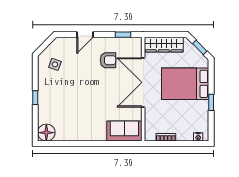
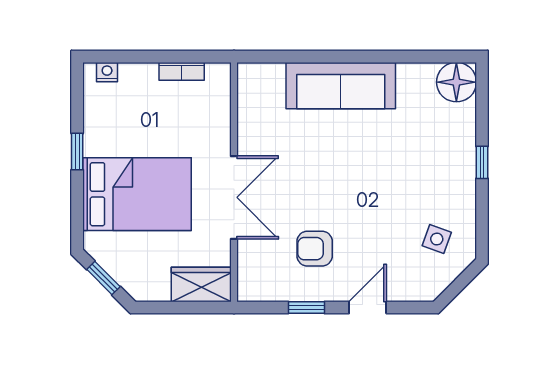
window: (123, 35) -> (306, 307), moved
wardrobe: (164, 45) -> (201, 284), width x0.67
double door: (143, 82) -> (234, 197), width x0.73
sofa: (124, 131) -> (341, 86), moved, width x1.36

